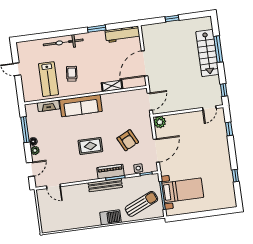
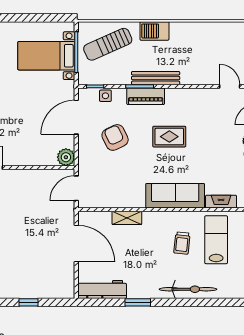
door: (145, 63) -> (76, 244), hinge flipped

